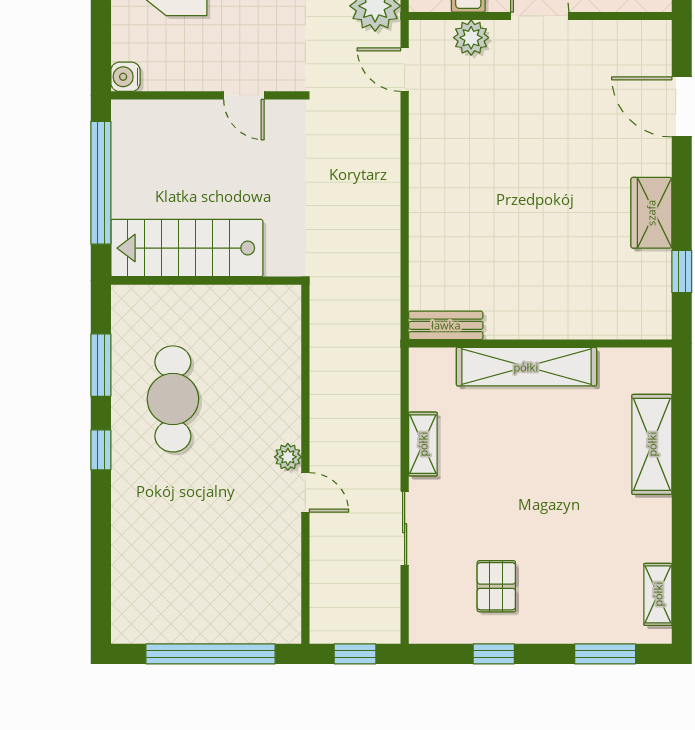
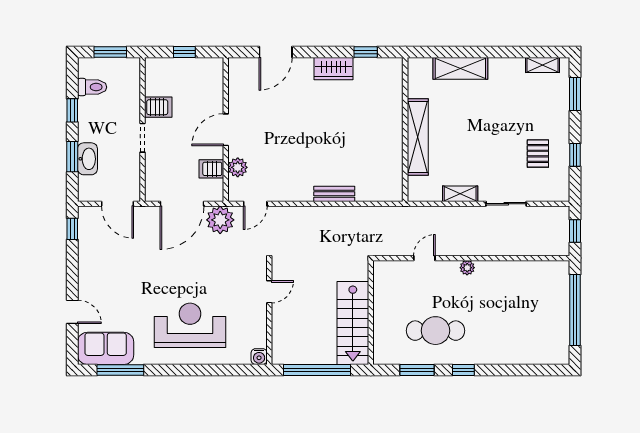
bench: (446, 325) -> (334, 194), moved, turned 90
door: (305, 492) -> (424, 258), moved
pallet: (496, 586) -> (538, 154), turned 90

